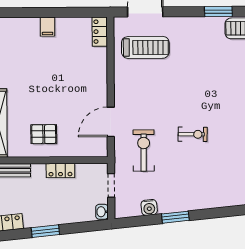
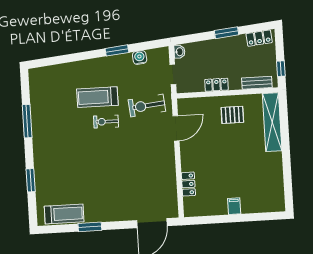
locker: (100, 32) -> (188, 184), moved
treadmill: (145, 47) -> (97, 97), moved
exercise bike: (144, 150) -> (147, 106), turned 84

